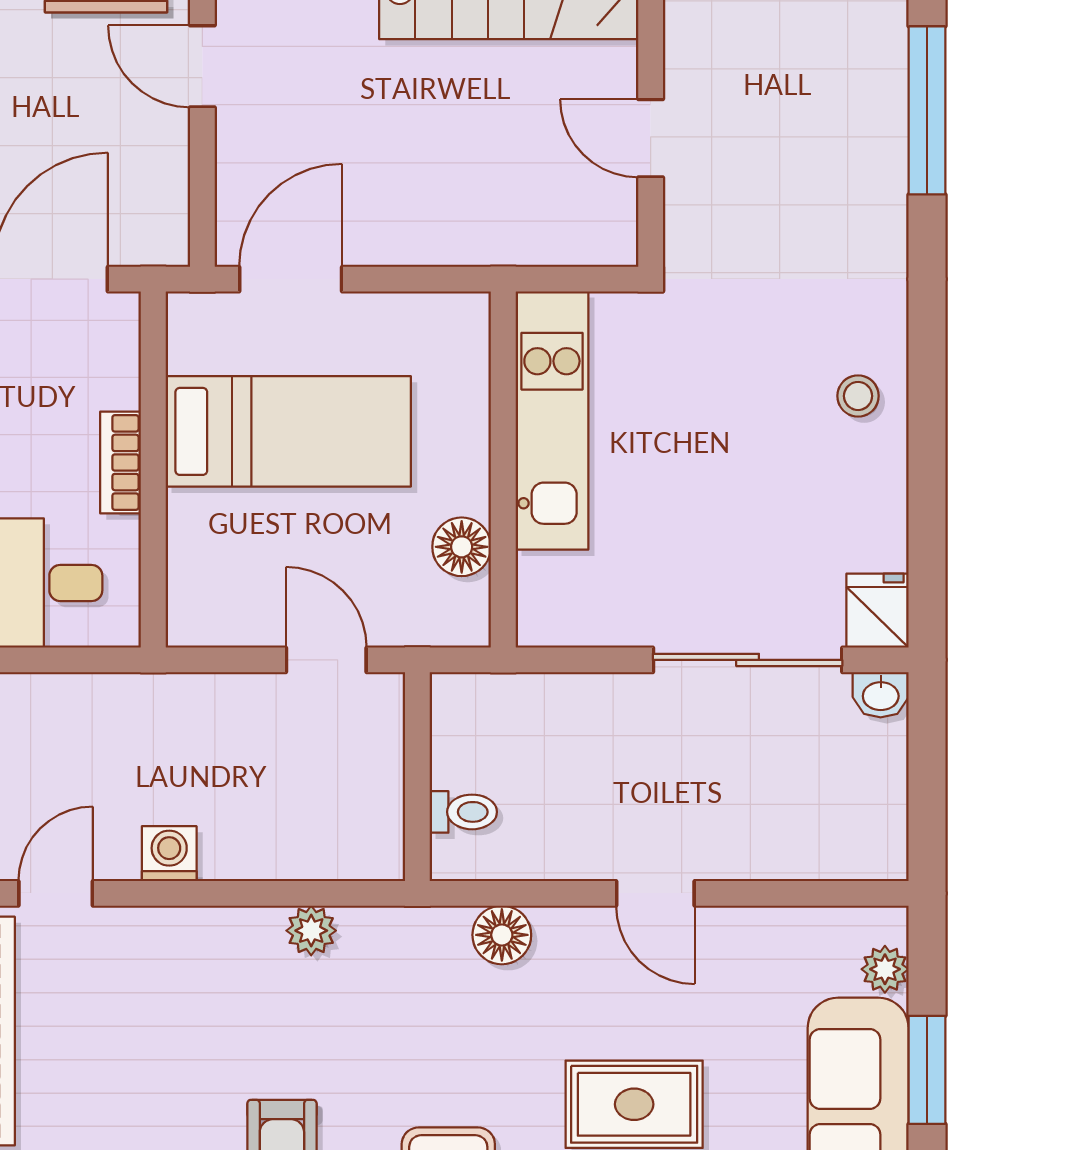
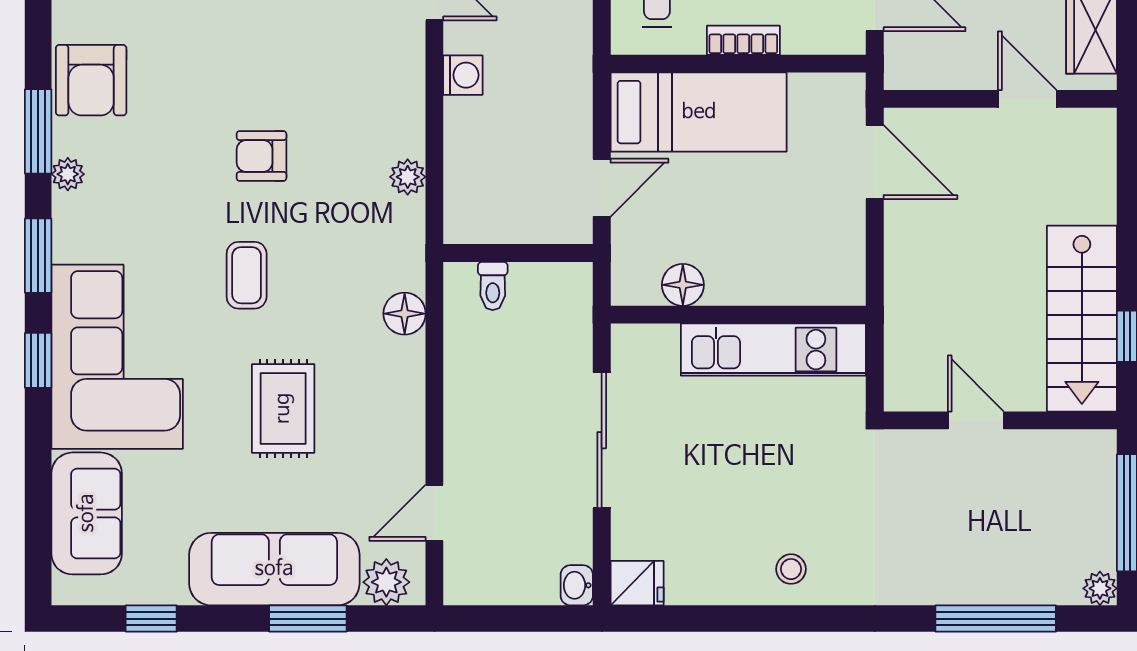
door: (202, 66) -> (1027, 99), hinge flipped
door: (651, 138) -> (976, 420), hinge flipped
bed: (288, 431) -> (699, 112), moved, turned -90
sliding door: (748, 660) -> (602, 440), moved
door: (655, 893) -> (434, 513), moved
plant: (885, 969) -> (386, 582), width x1.38, depth x1.38

